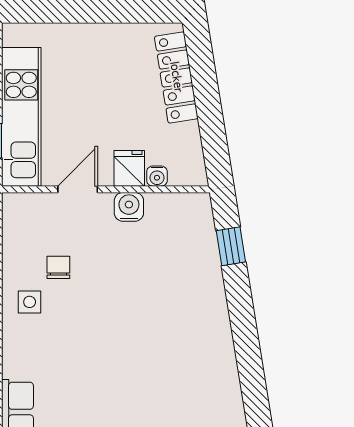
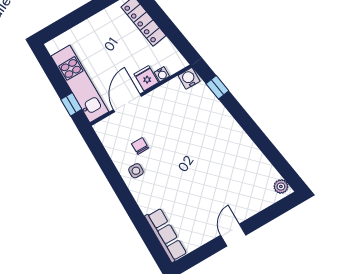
door: (78, 189) -> (127, 103), width x1.38
water cooler: (129, 207) -> (189, 78), moved

